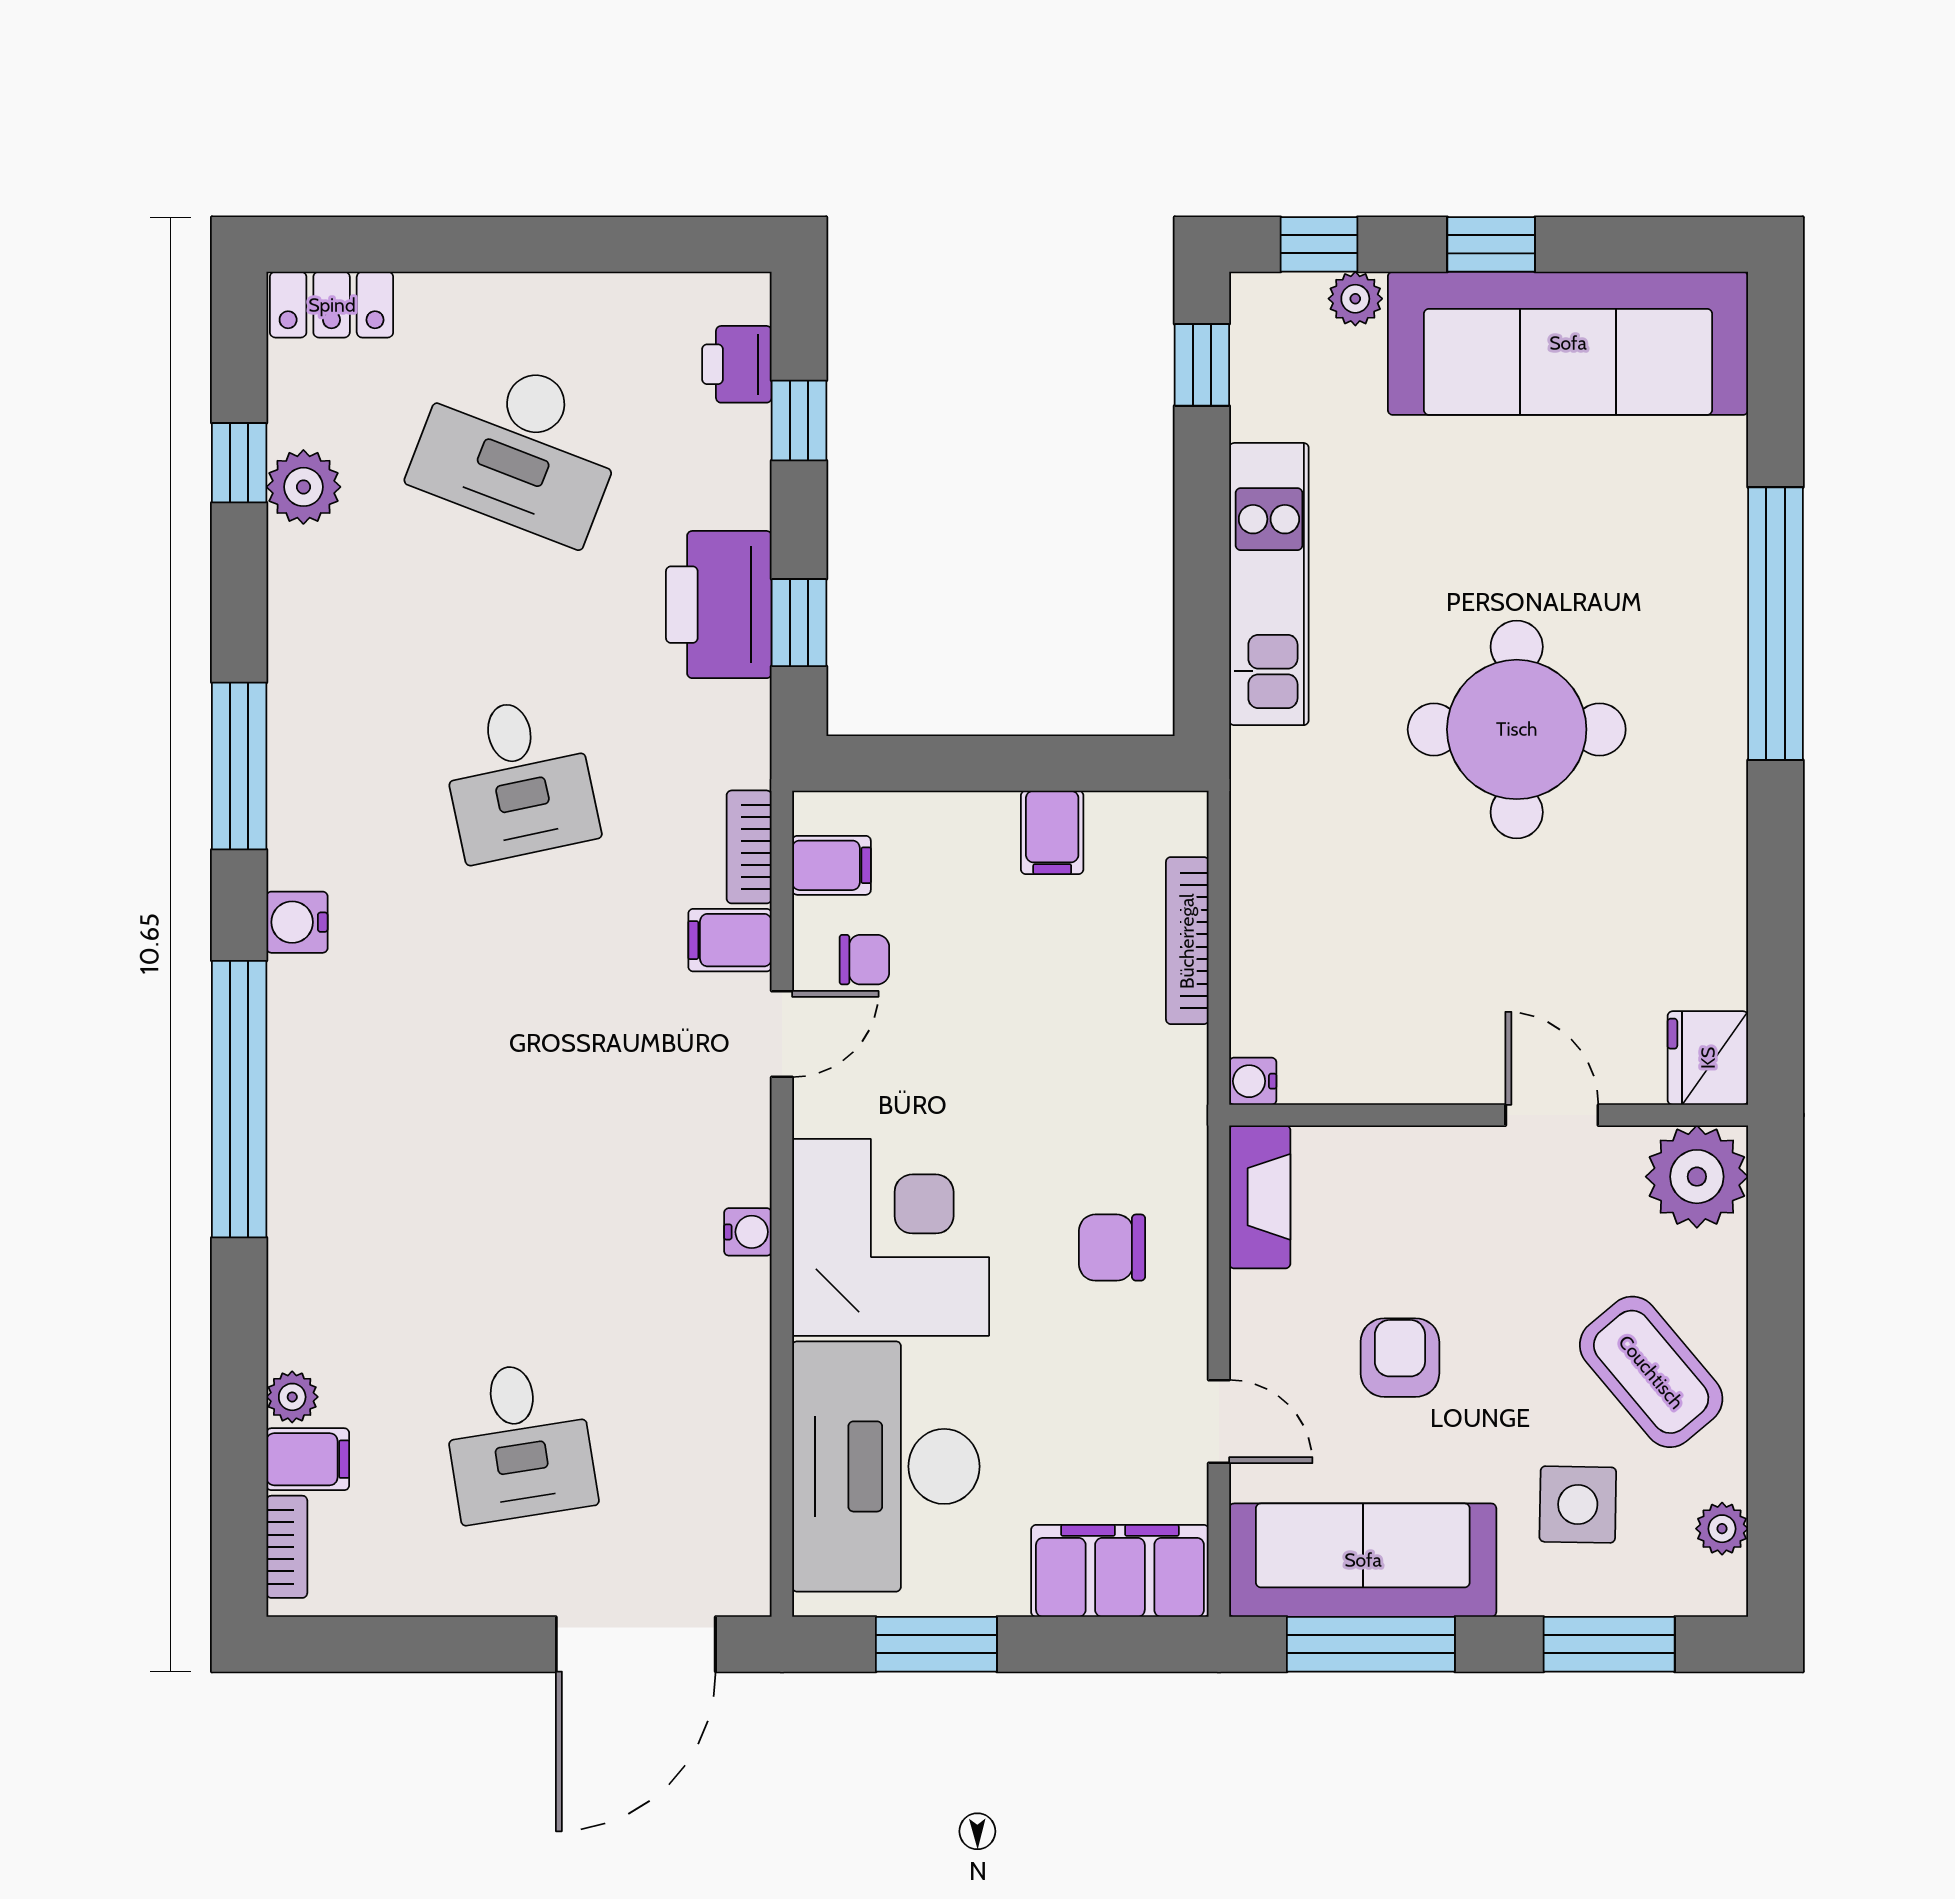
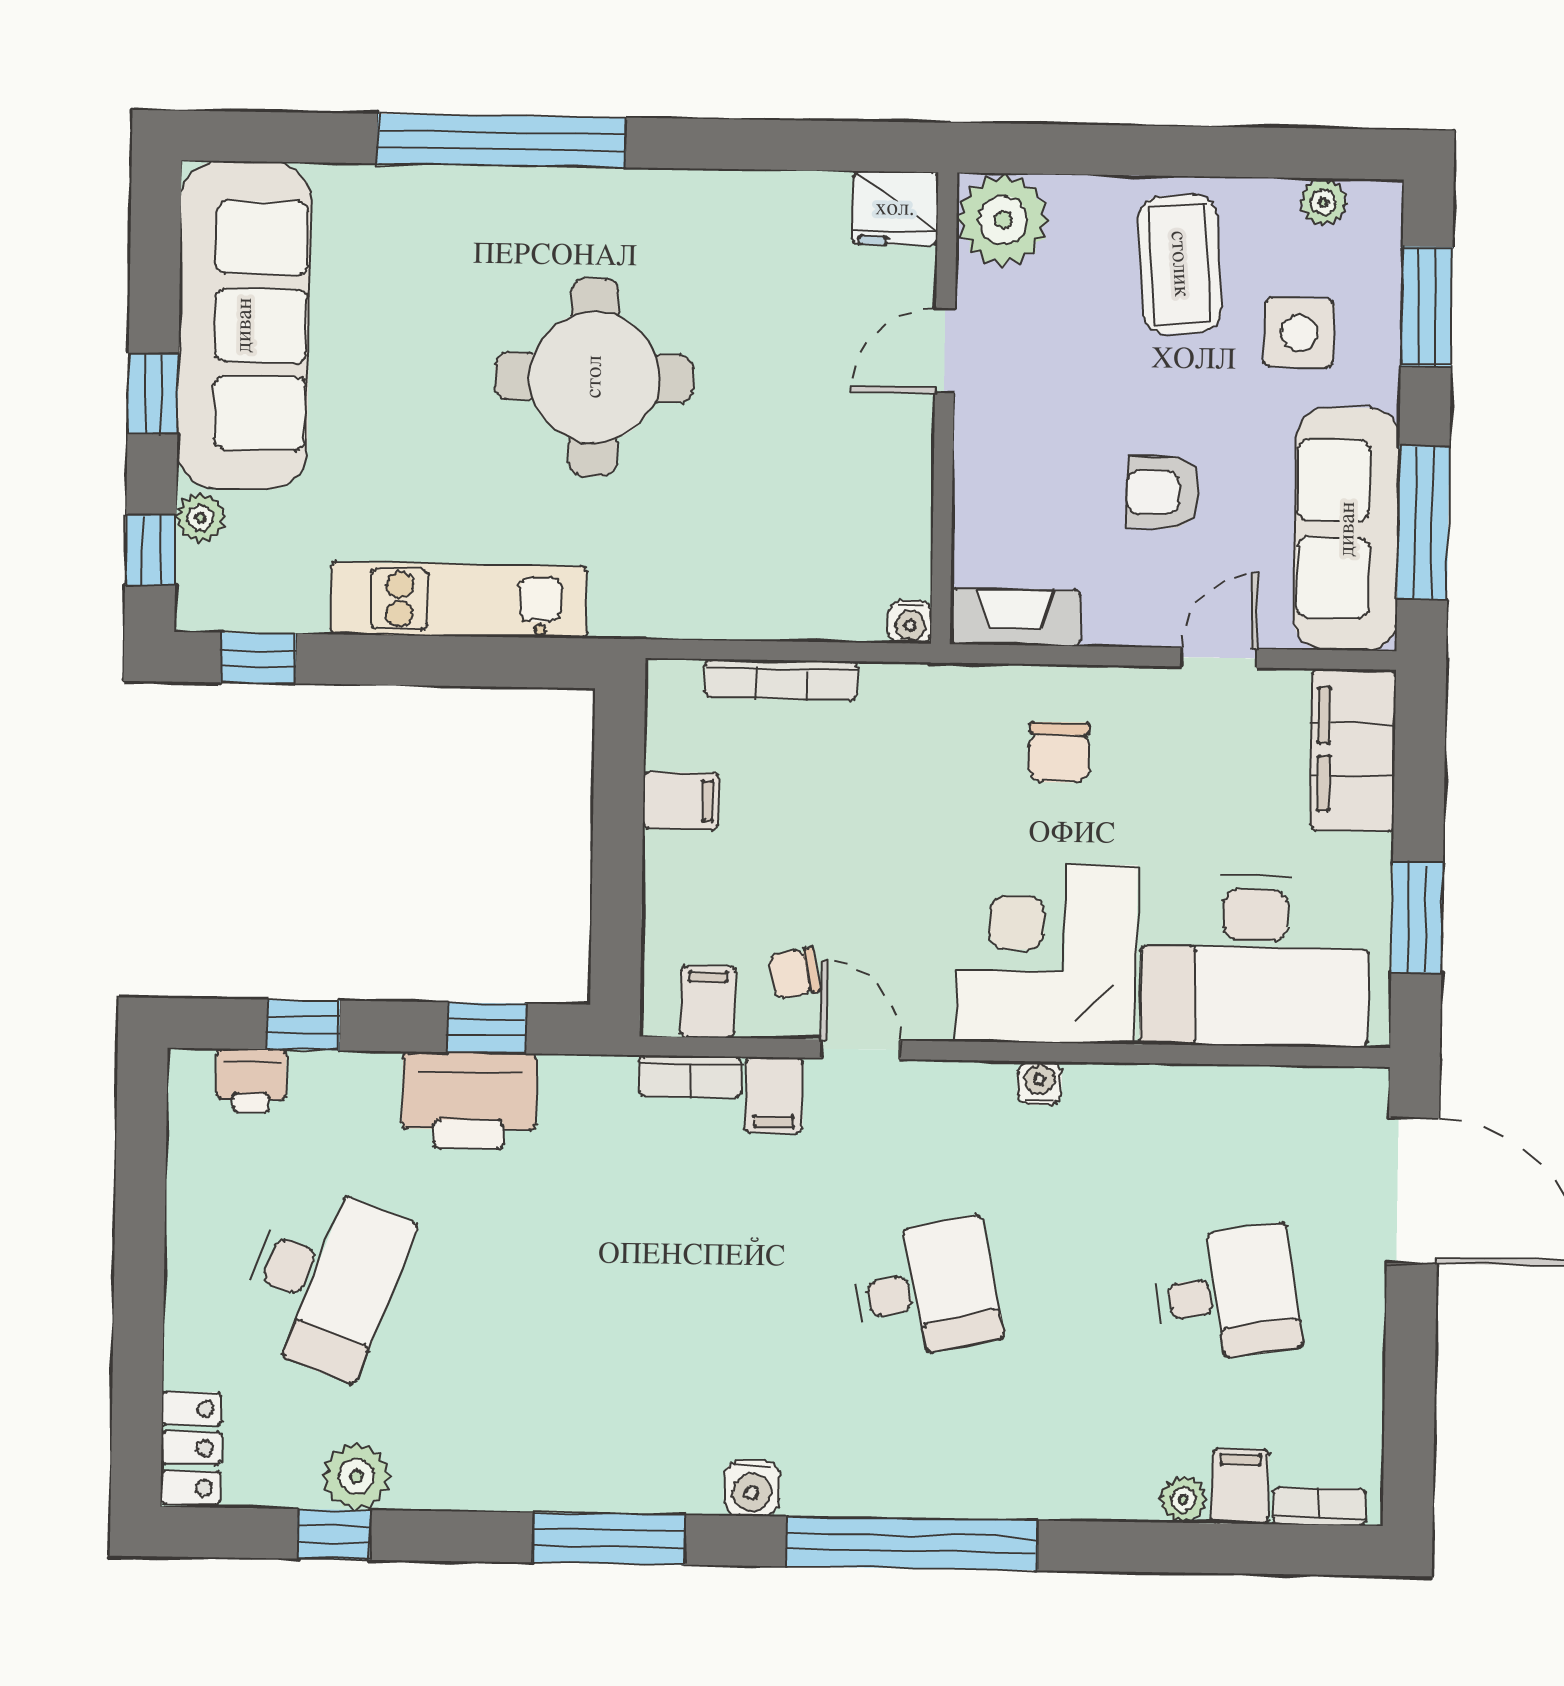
desk: (519, 779) -> (926, 1289), moved
chair: (864, 960) -> (794, 973), turned -102
coffee table: (1651, 1372) -> (1180, 264), turned -54

